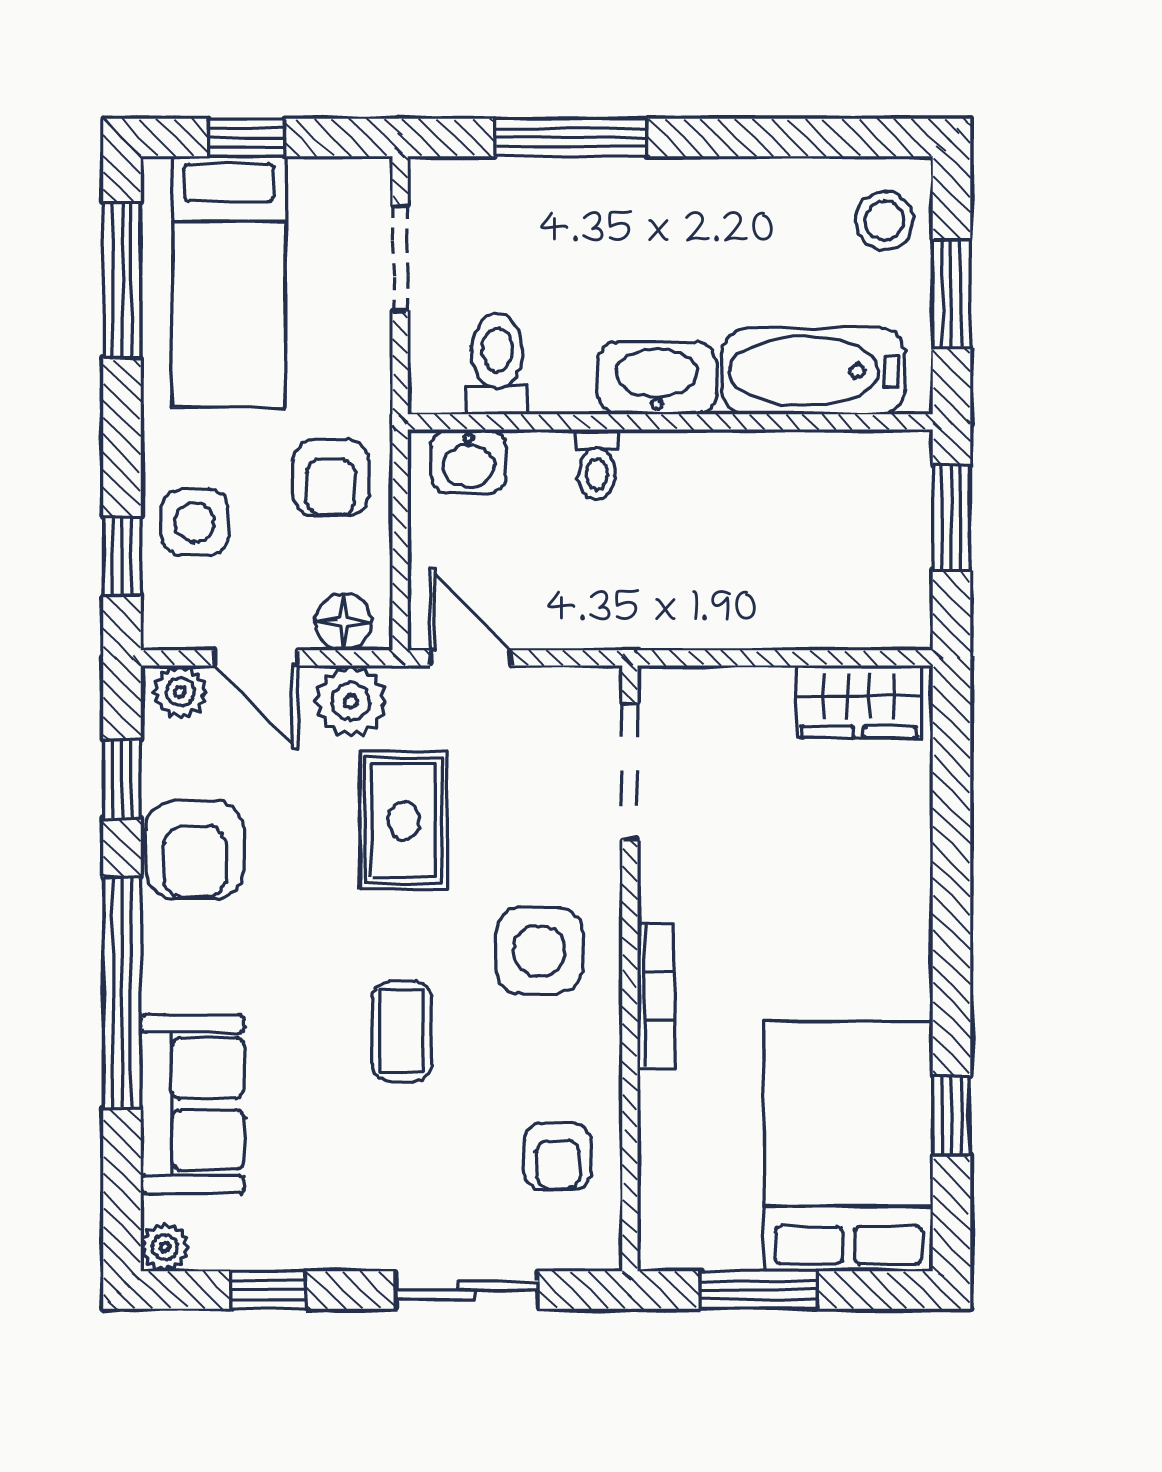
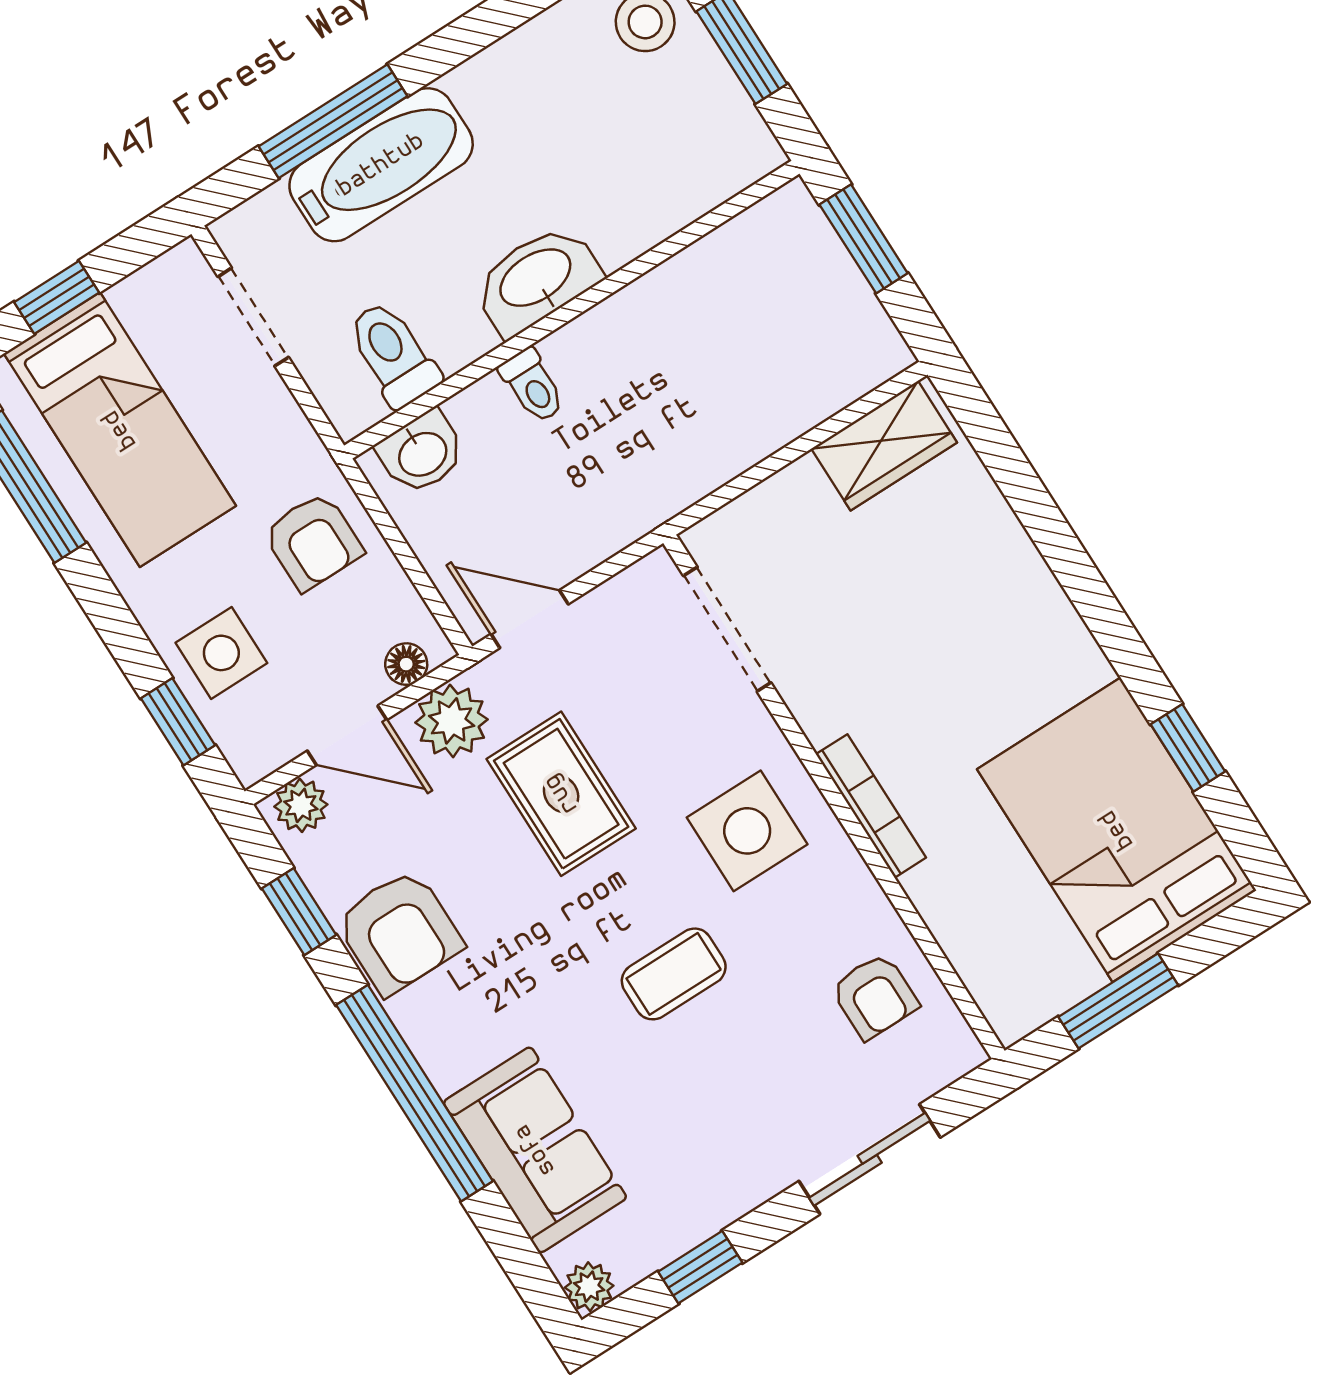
bathtub: (813, 371) -> (381, 165), moved, turned 180
floor lamp: (343, 622) -> (406, 664), width x0.73, depth x0.73
coffee table: (402, 1031) -> (674, 974), turned 90

